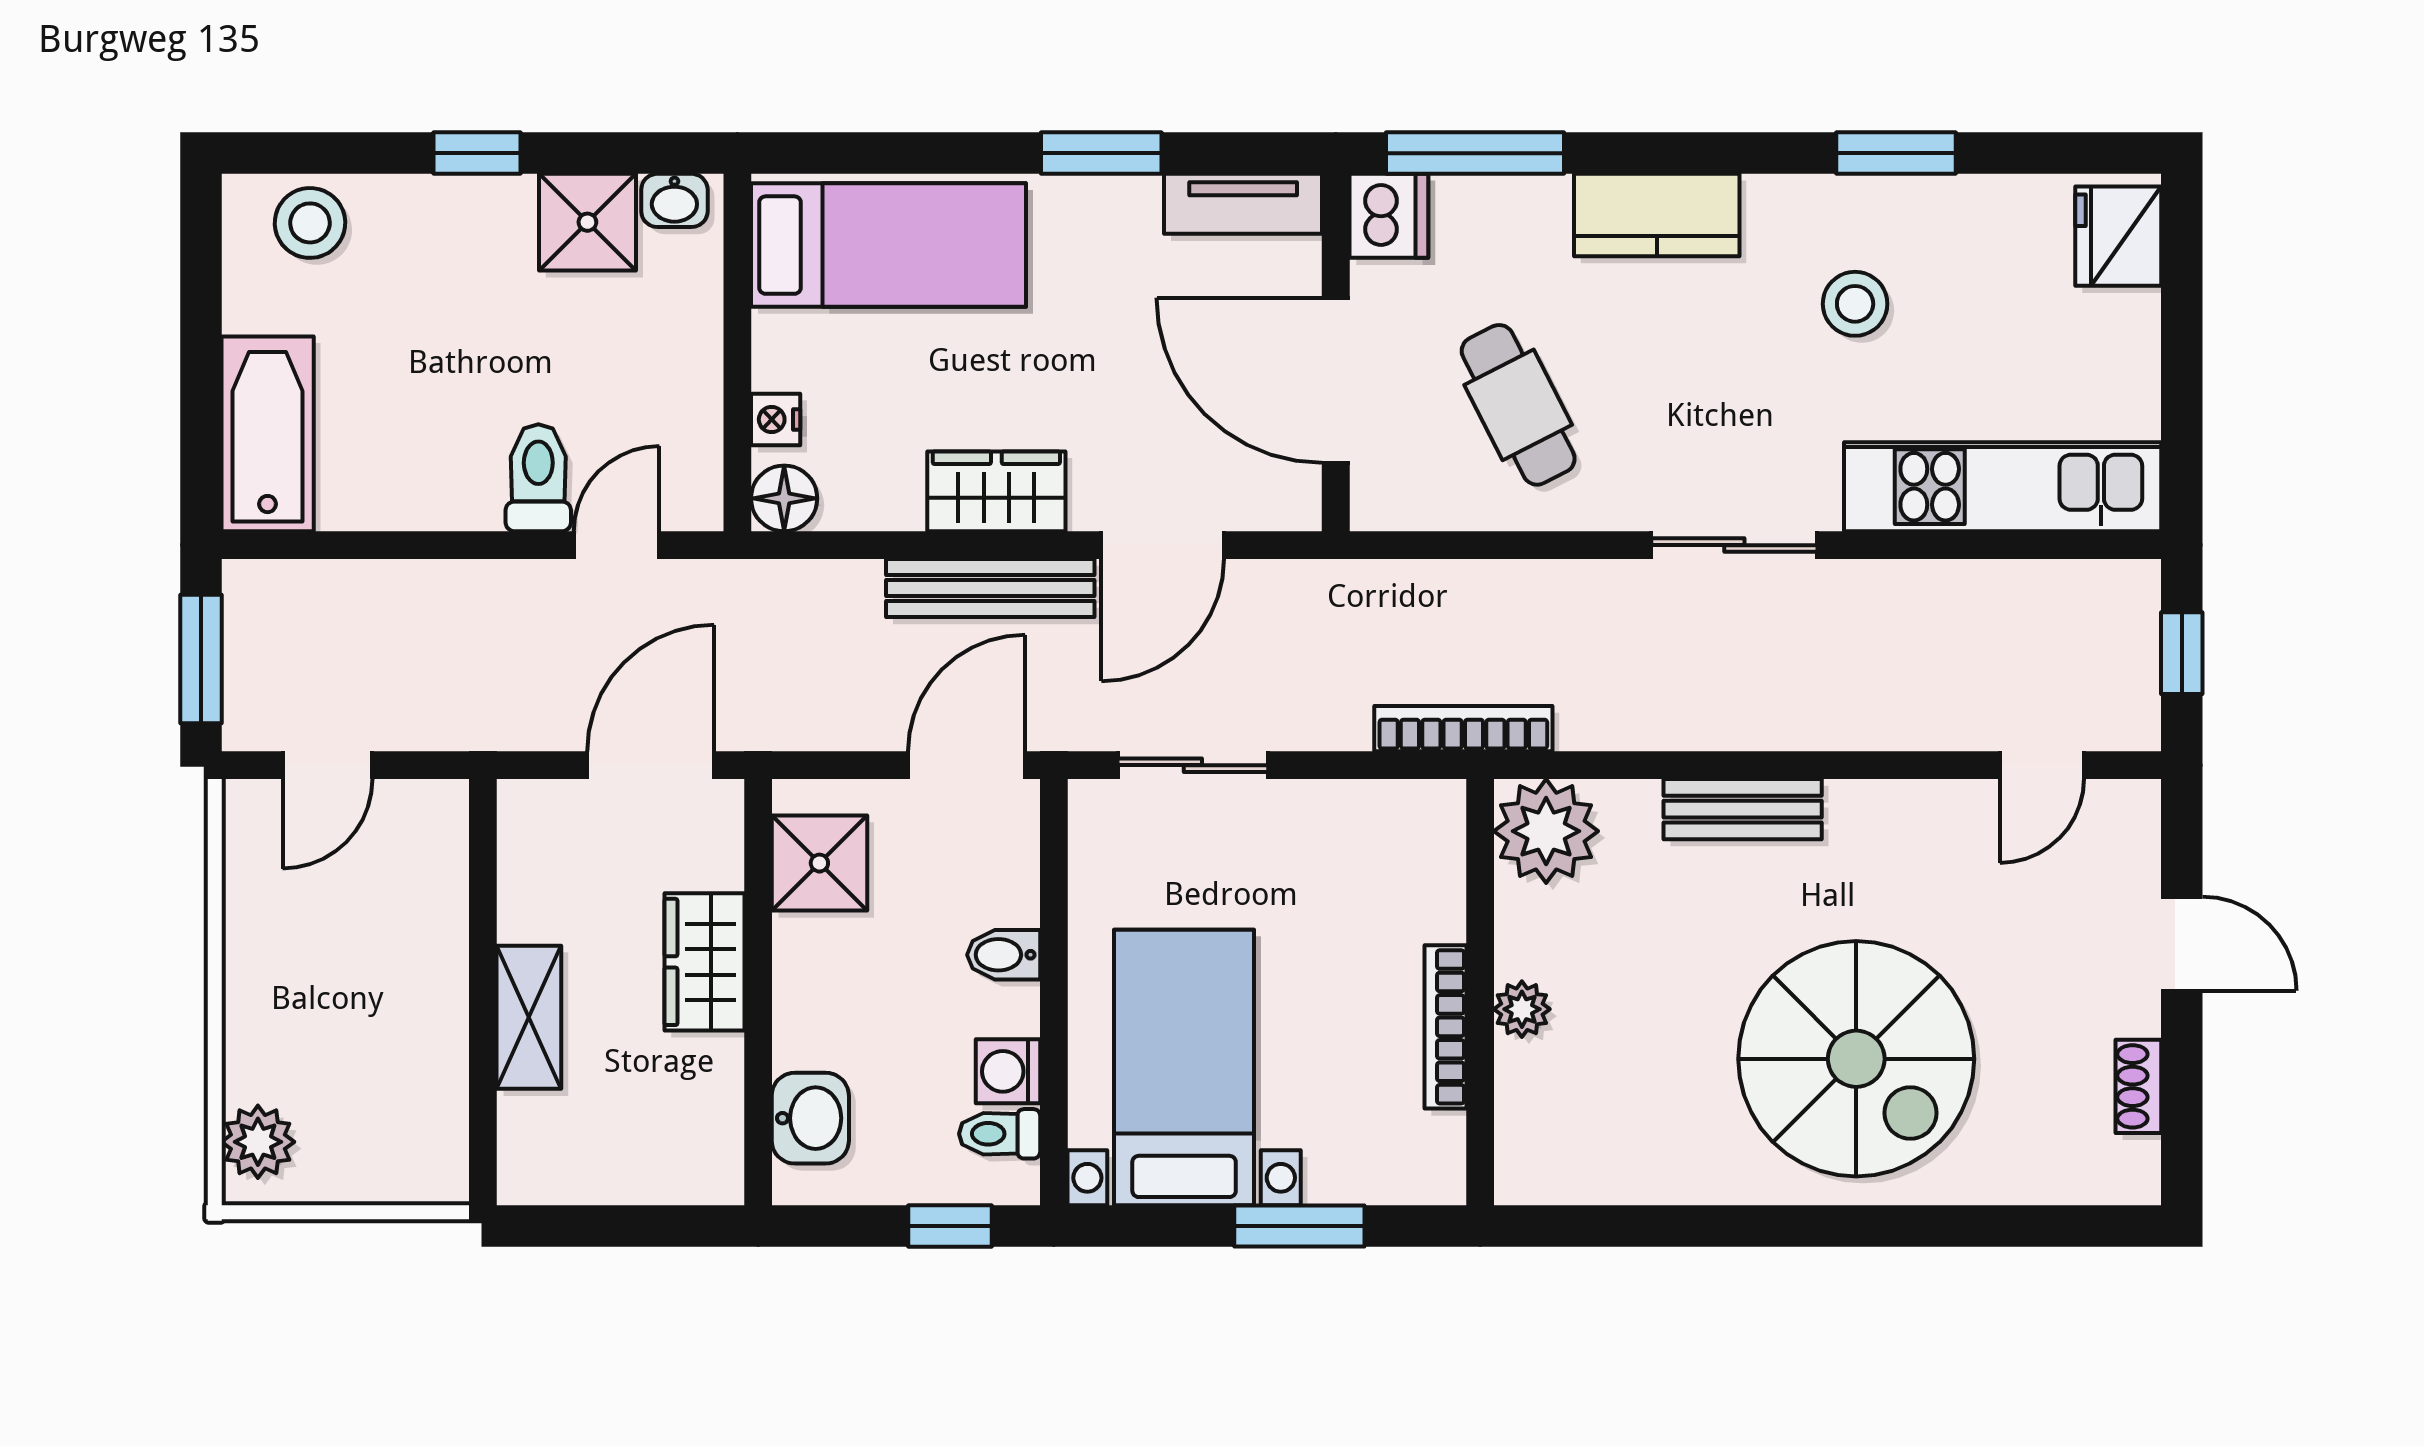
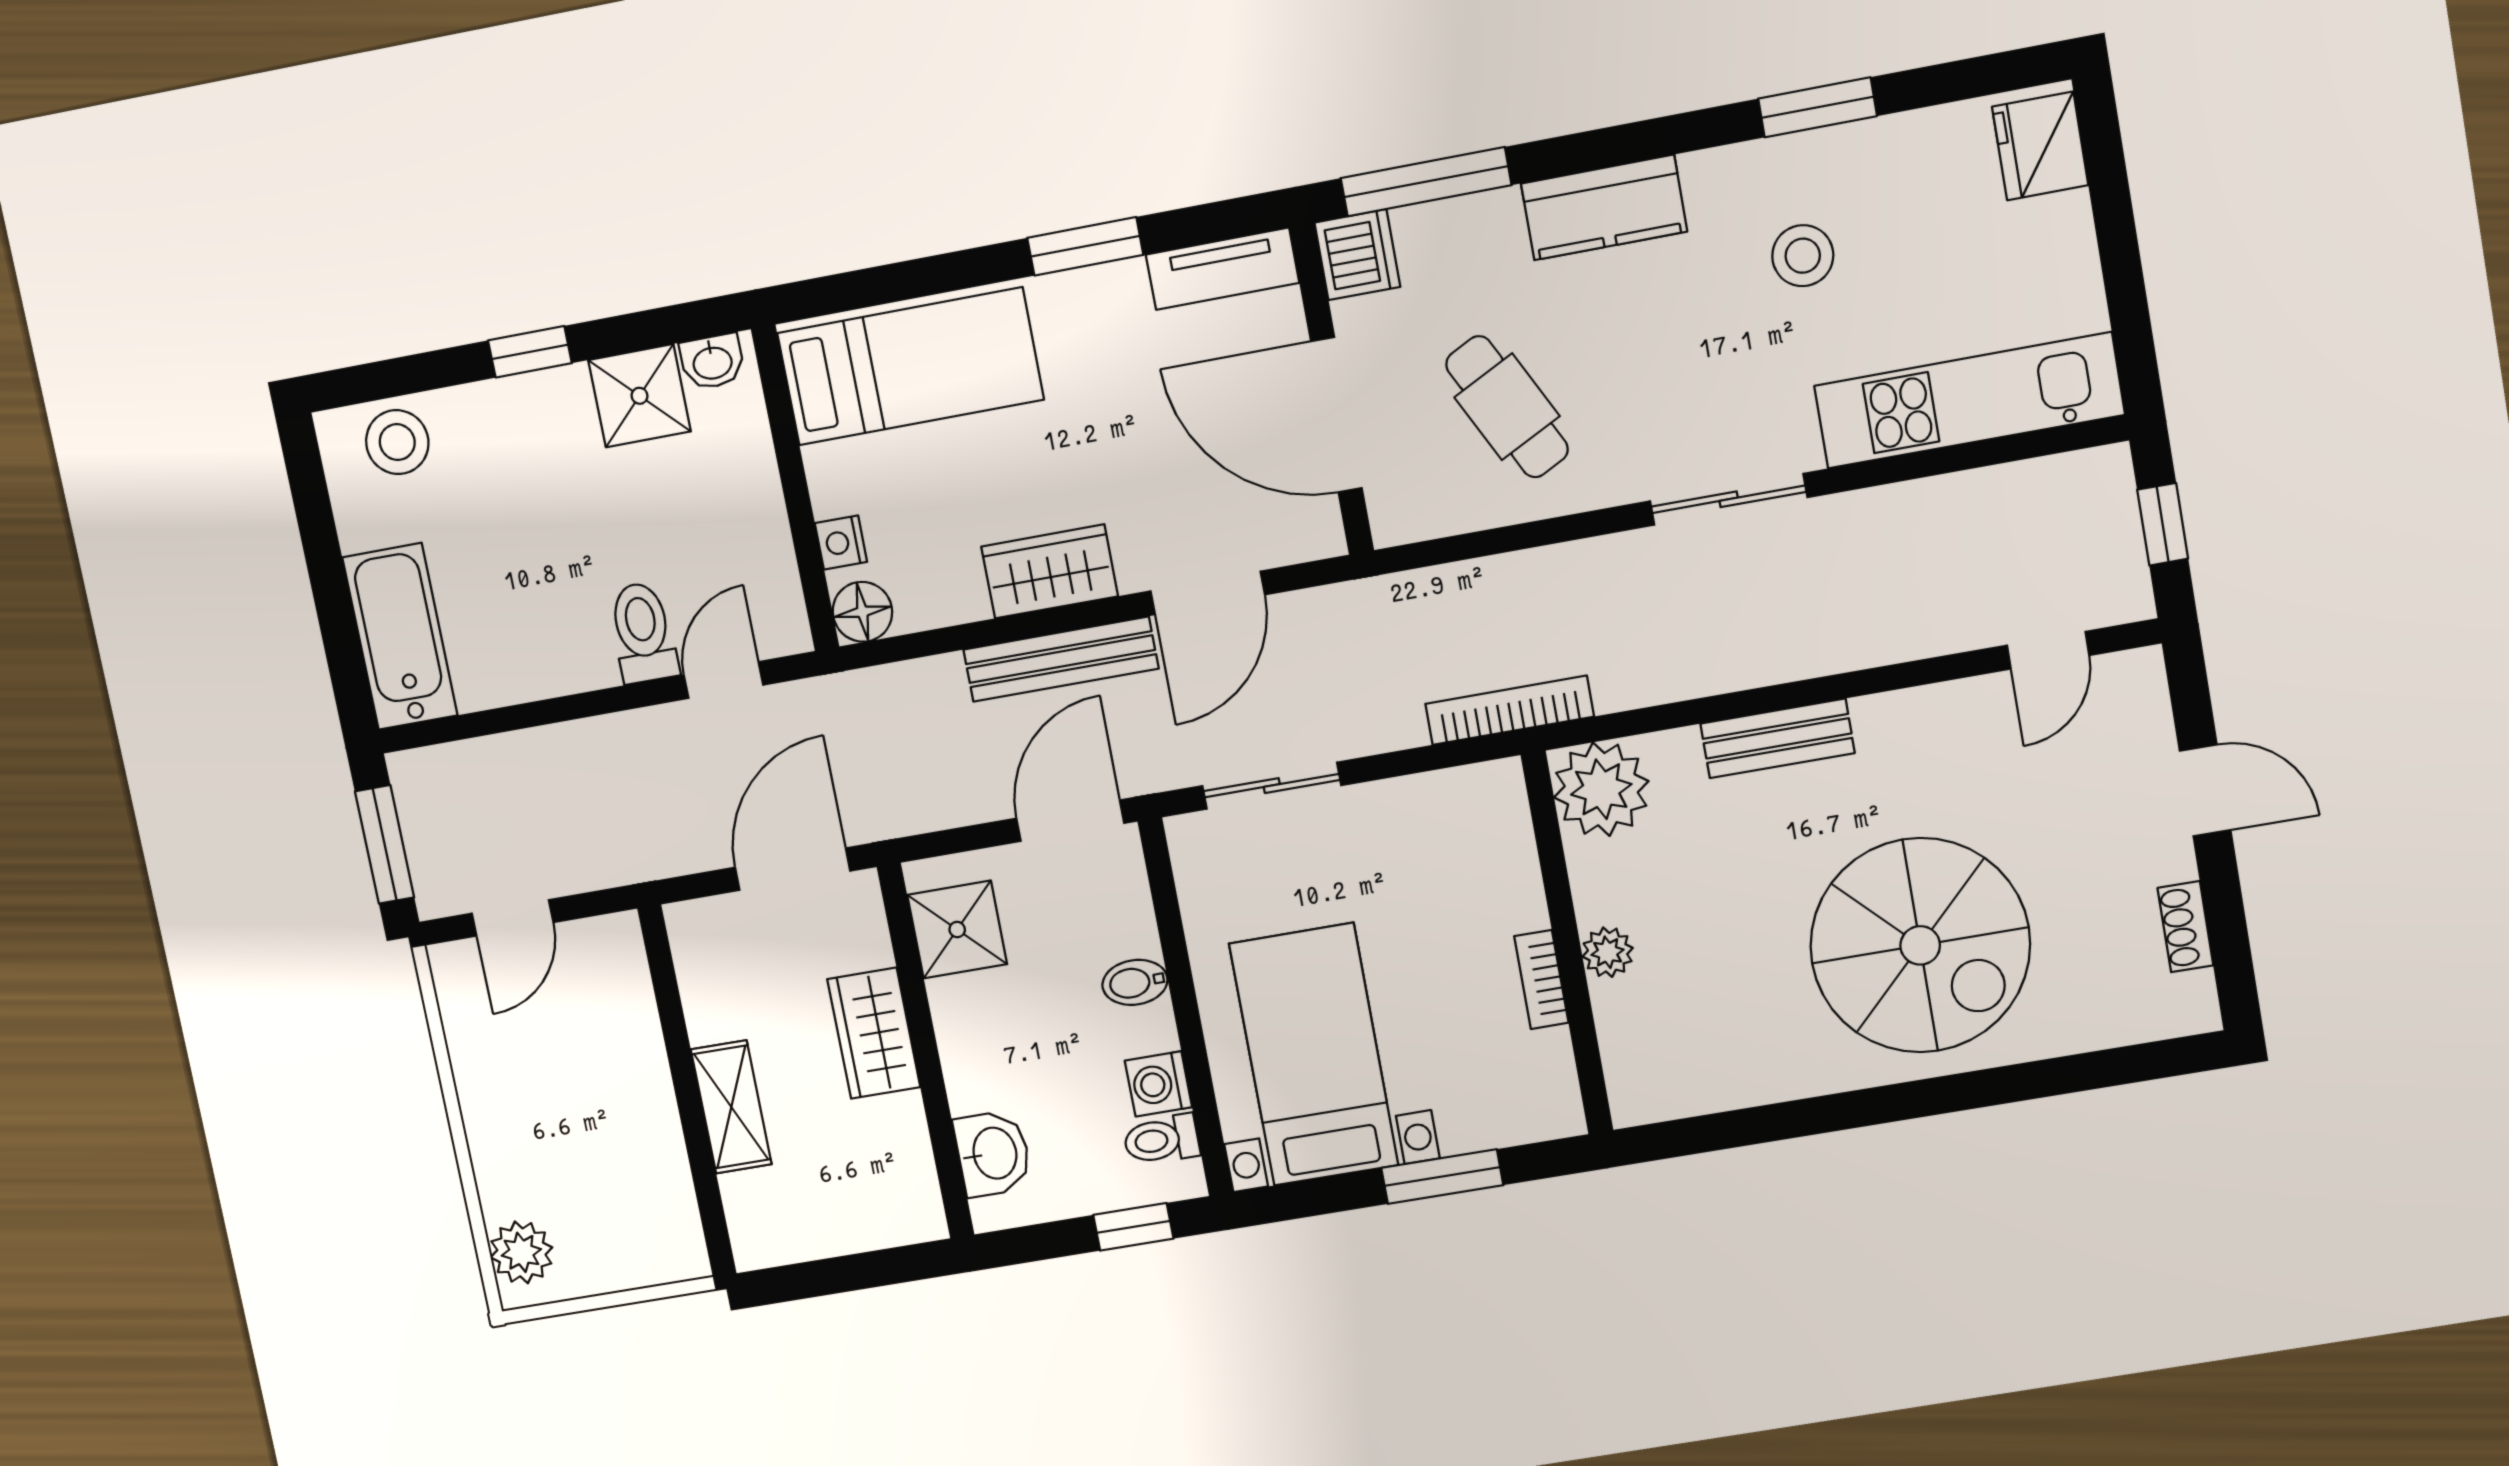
bookcase: (1445, 1027) -> (1541, 980), width x0.64

